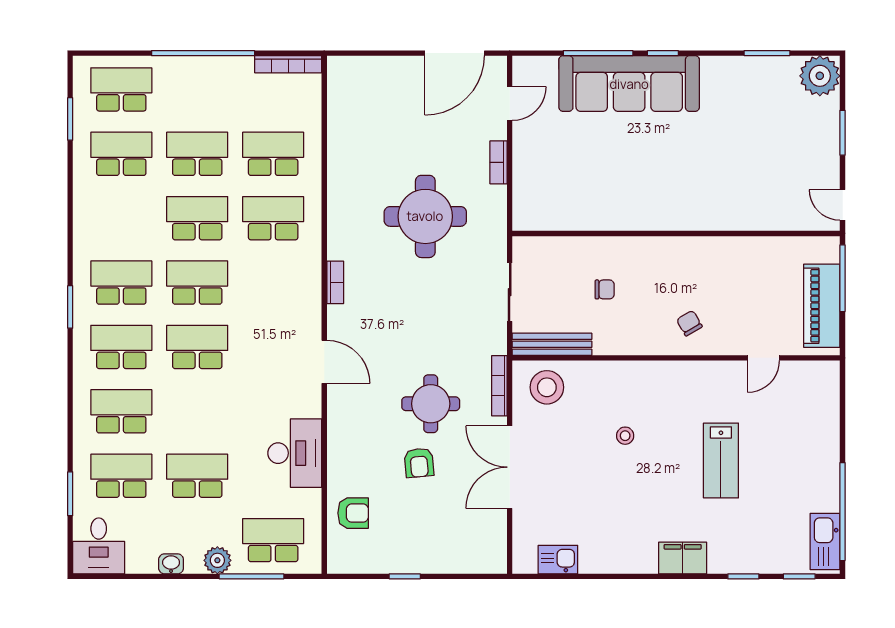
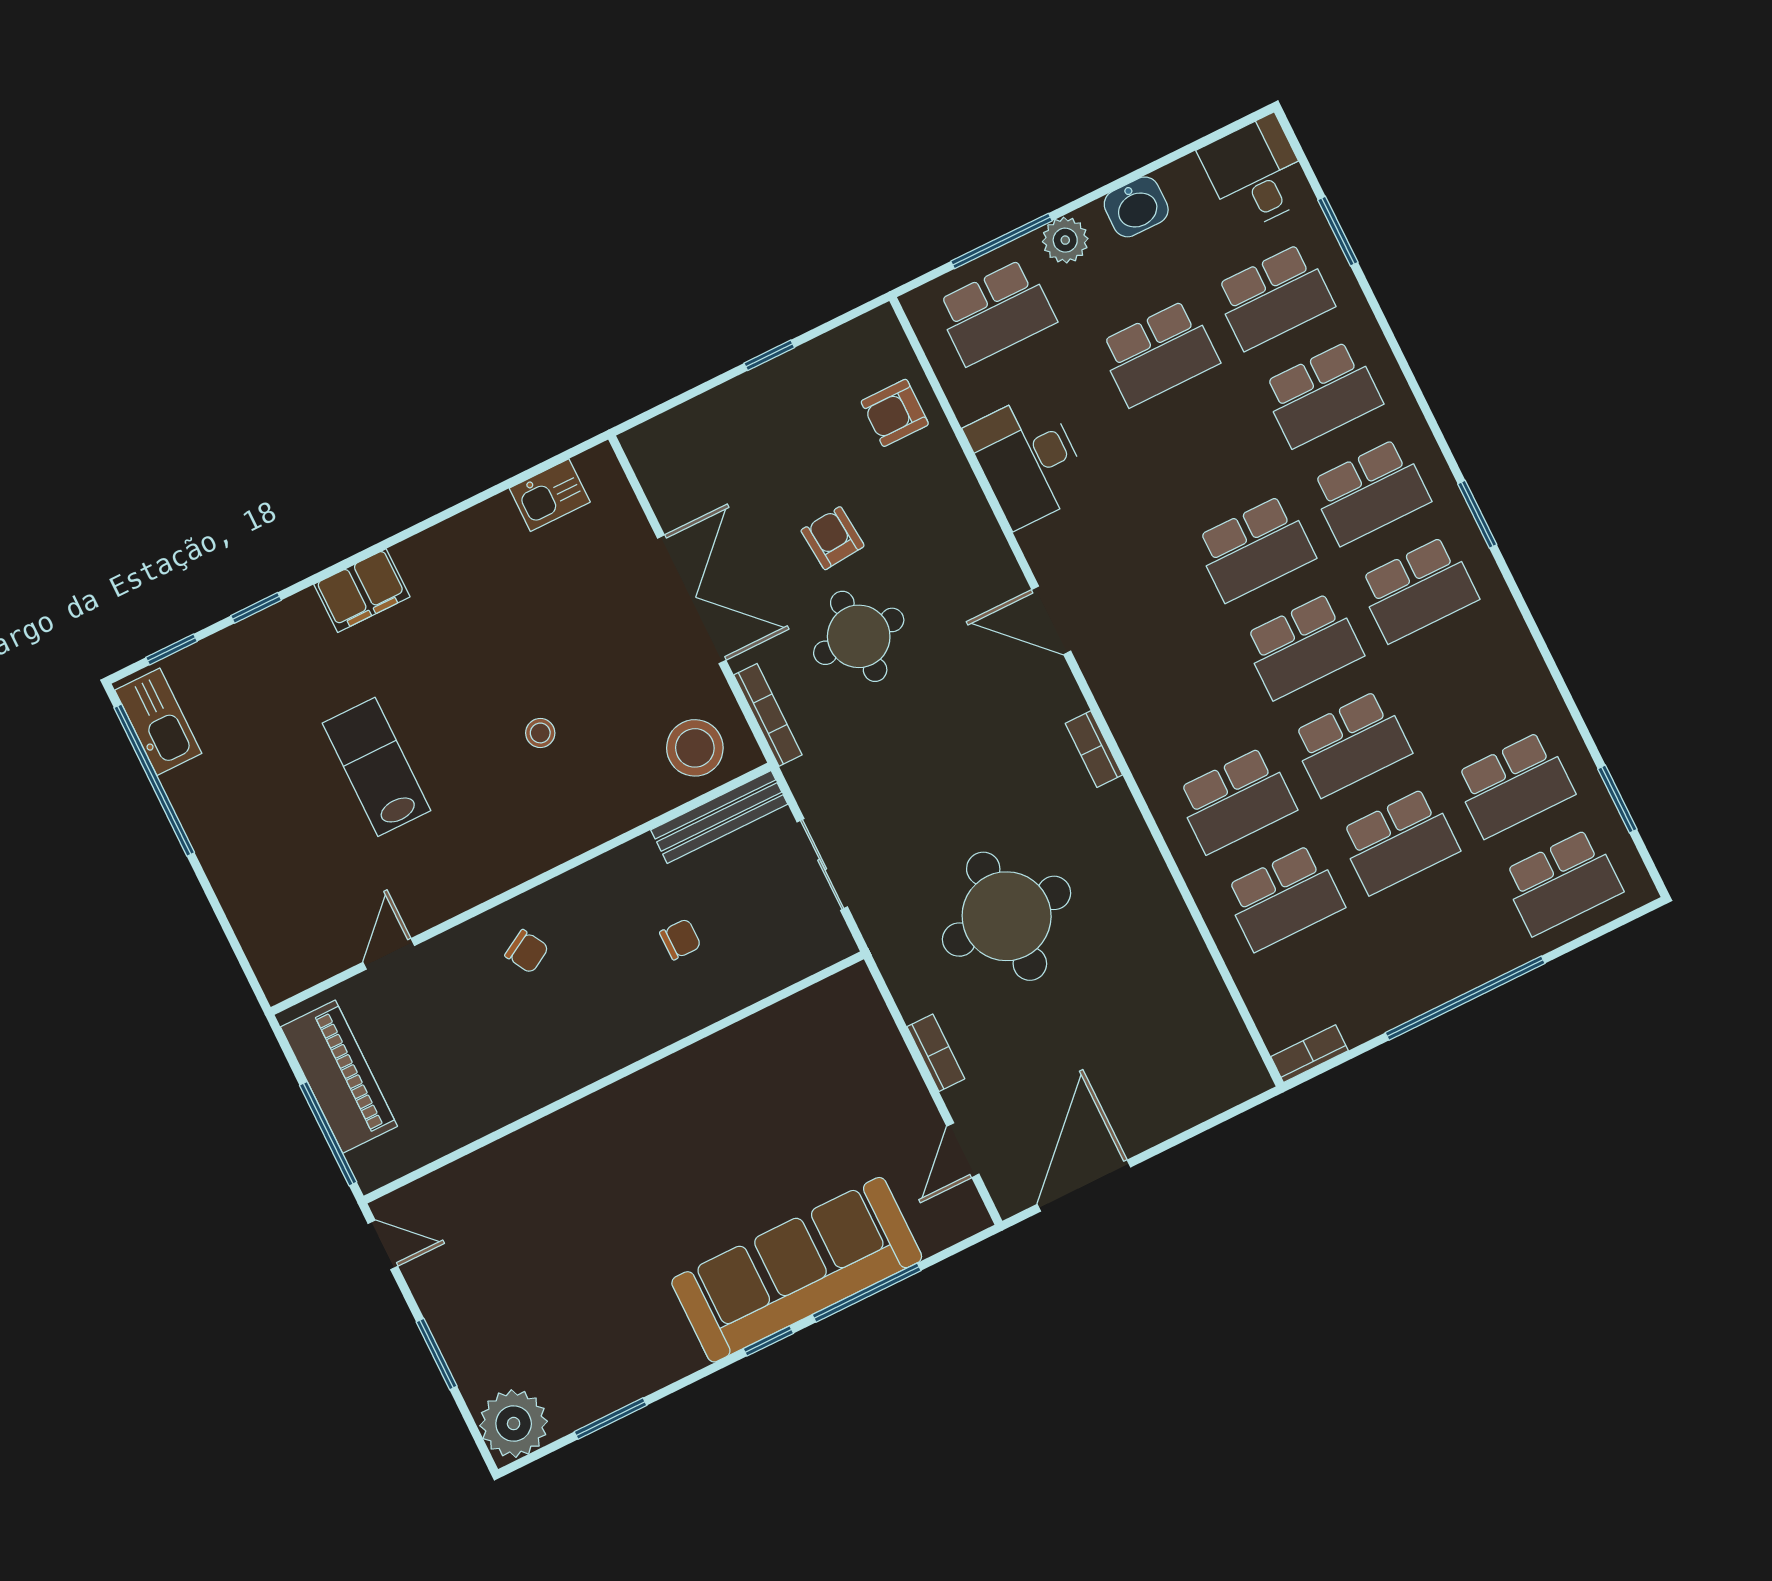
bookcase: (288, 64) -> (1310, 1054), width x0.64
chair: (605, 289) -> (680, 939), turned 180
washbasin: (171, 564) -> (1136, 207), width x1.38, depth x1.45

